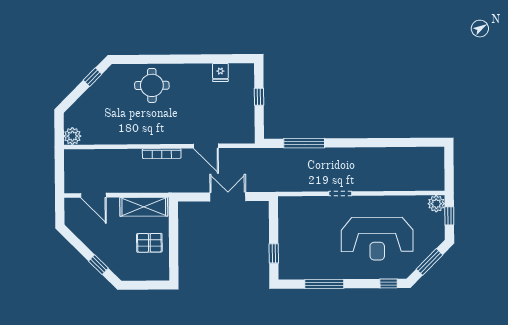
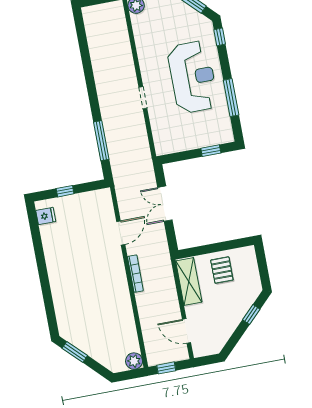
fridge: (220, 73) -> (46, 216), moved
window: (93, 77) -> (75, 352), width x1.50
round table: (152, 85) -> (73, 294), removed
window: (59, 168) -> (166, 368), added
door: (93, 195) -> (187, 331), swing flipped
reception desk: (377, 239) -> (193, 77), moved

